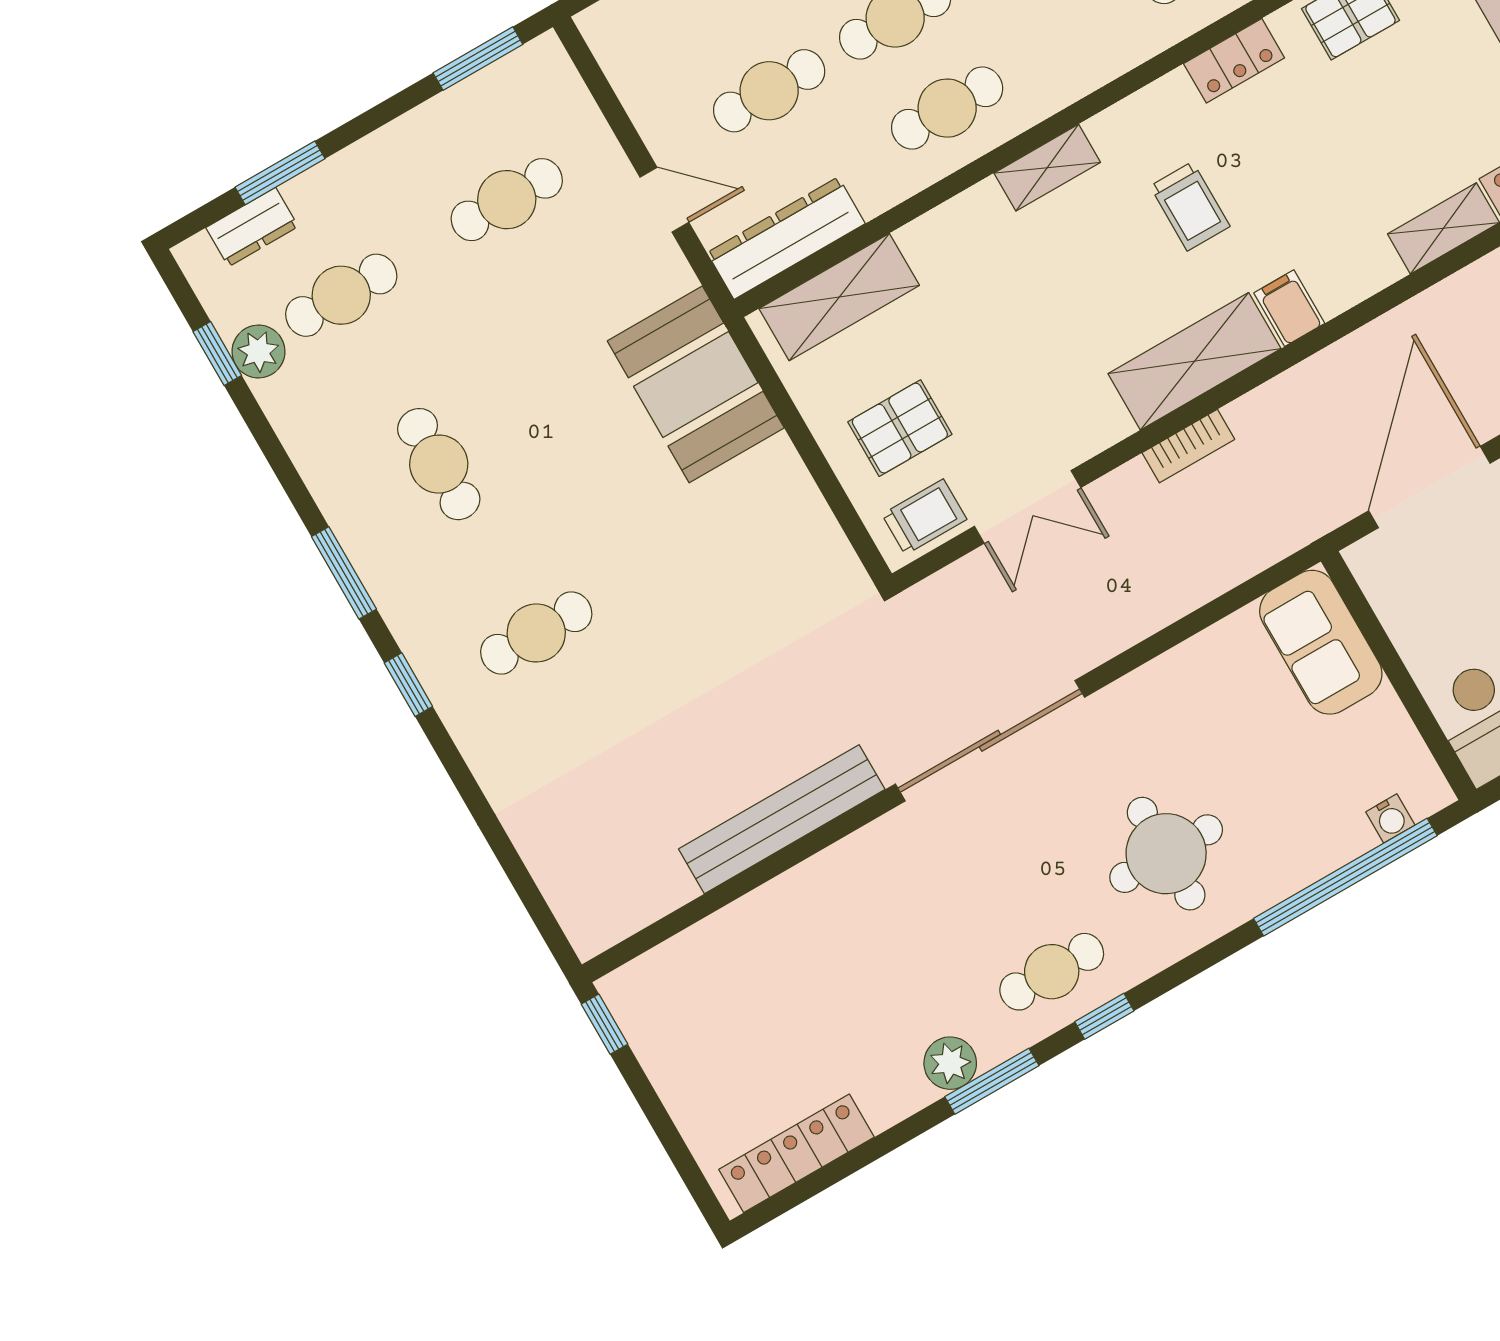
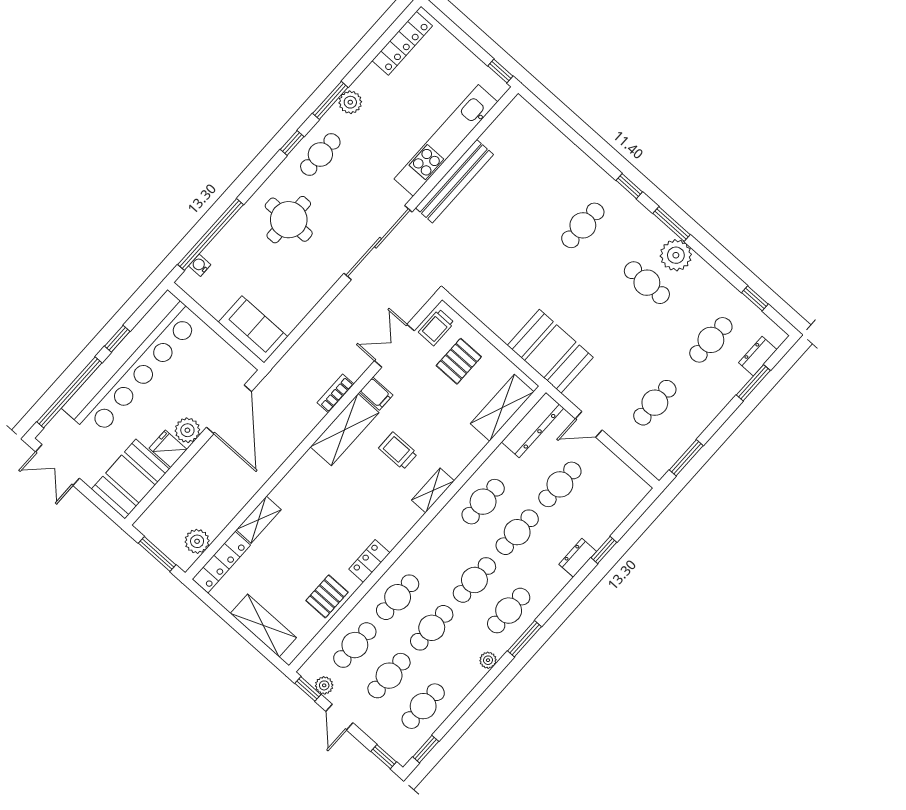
trolley: (1190, 206) -> (398, 451), moved
filing cabinet: (1289, 308) -> (376, 394), moved
plant: (258, 352) -> (676, 255), moved, width x1.36, depth x1.36
kitchen unit: (771, 913) -> (446, 140), added

